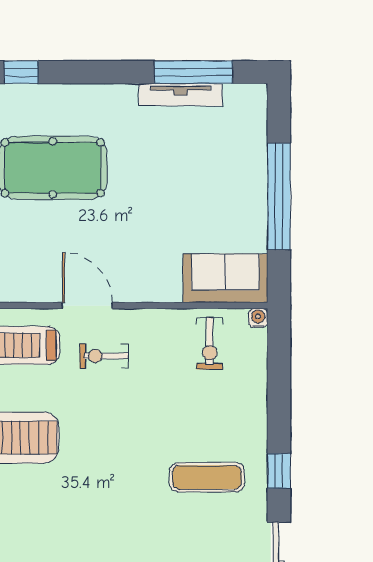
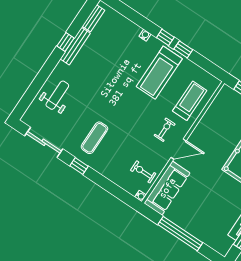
sofa: (225, 278) -> (167, 188), width x1.36
door: (87, 306) -> (179, 149), moved

